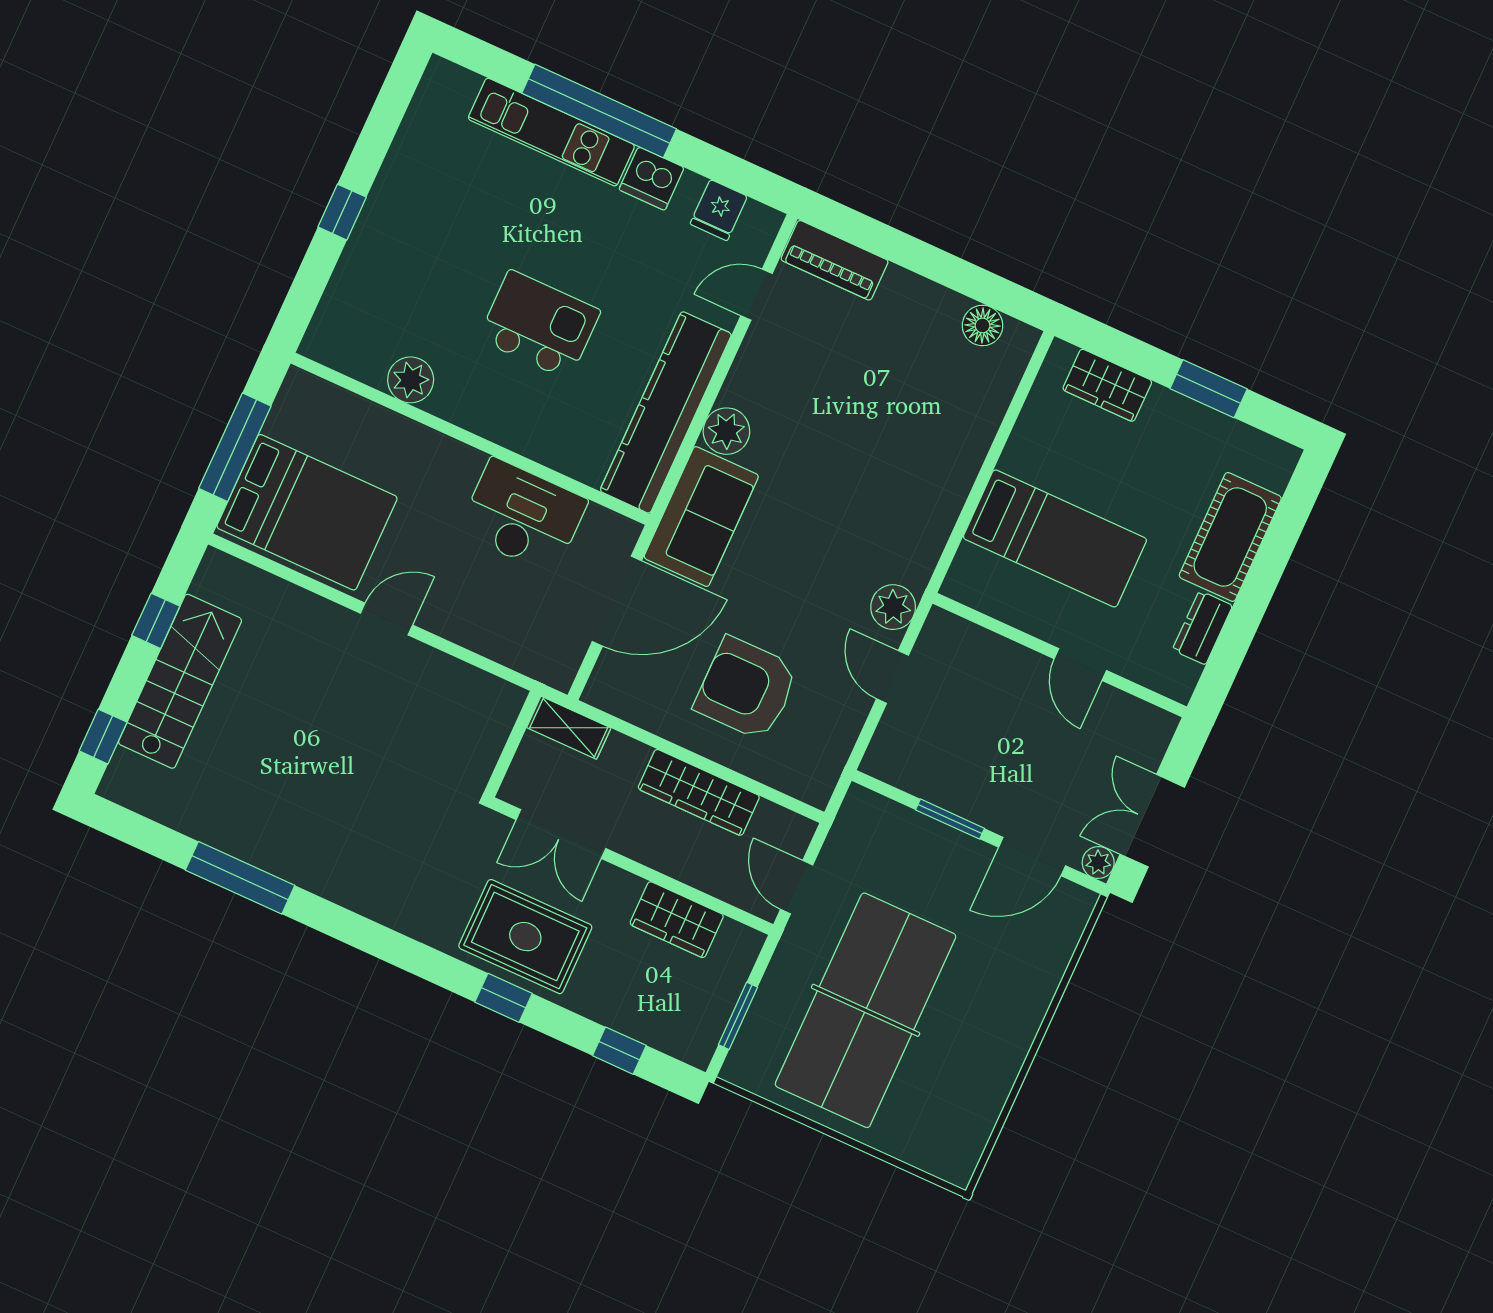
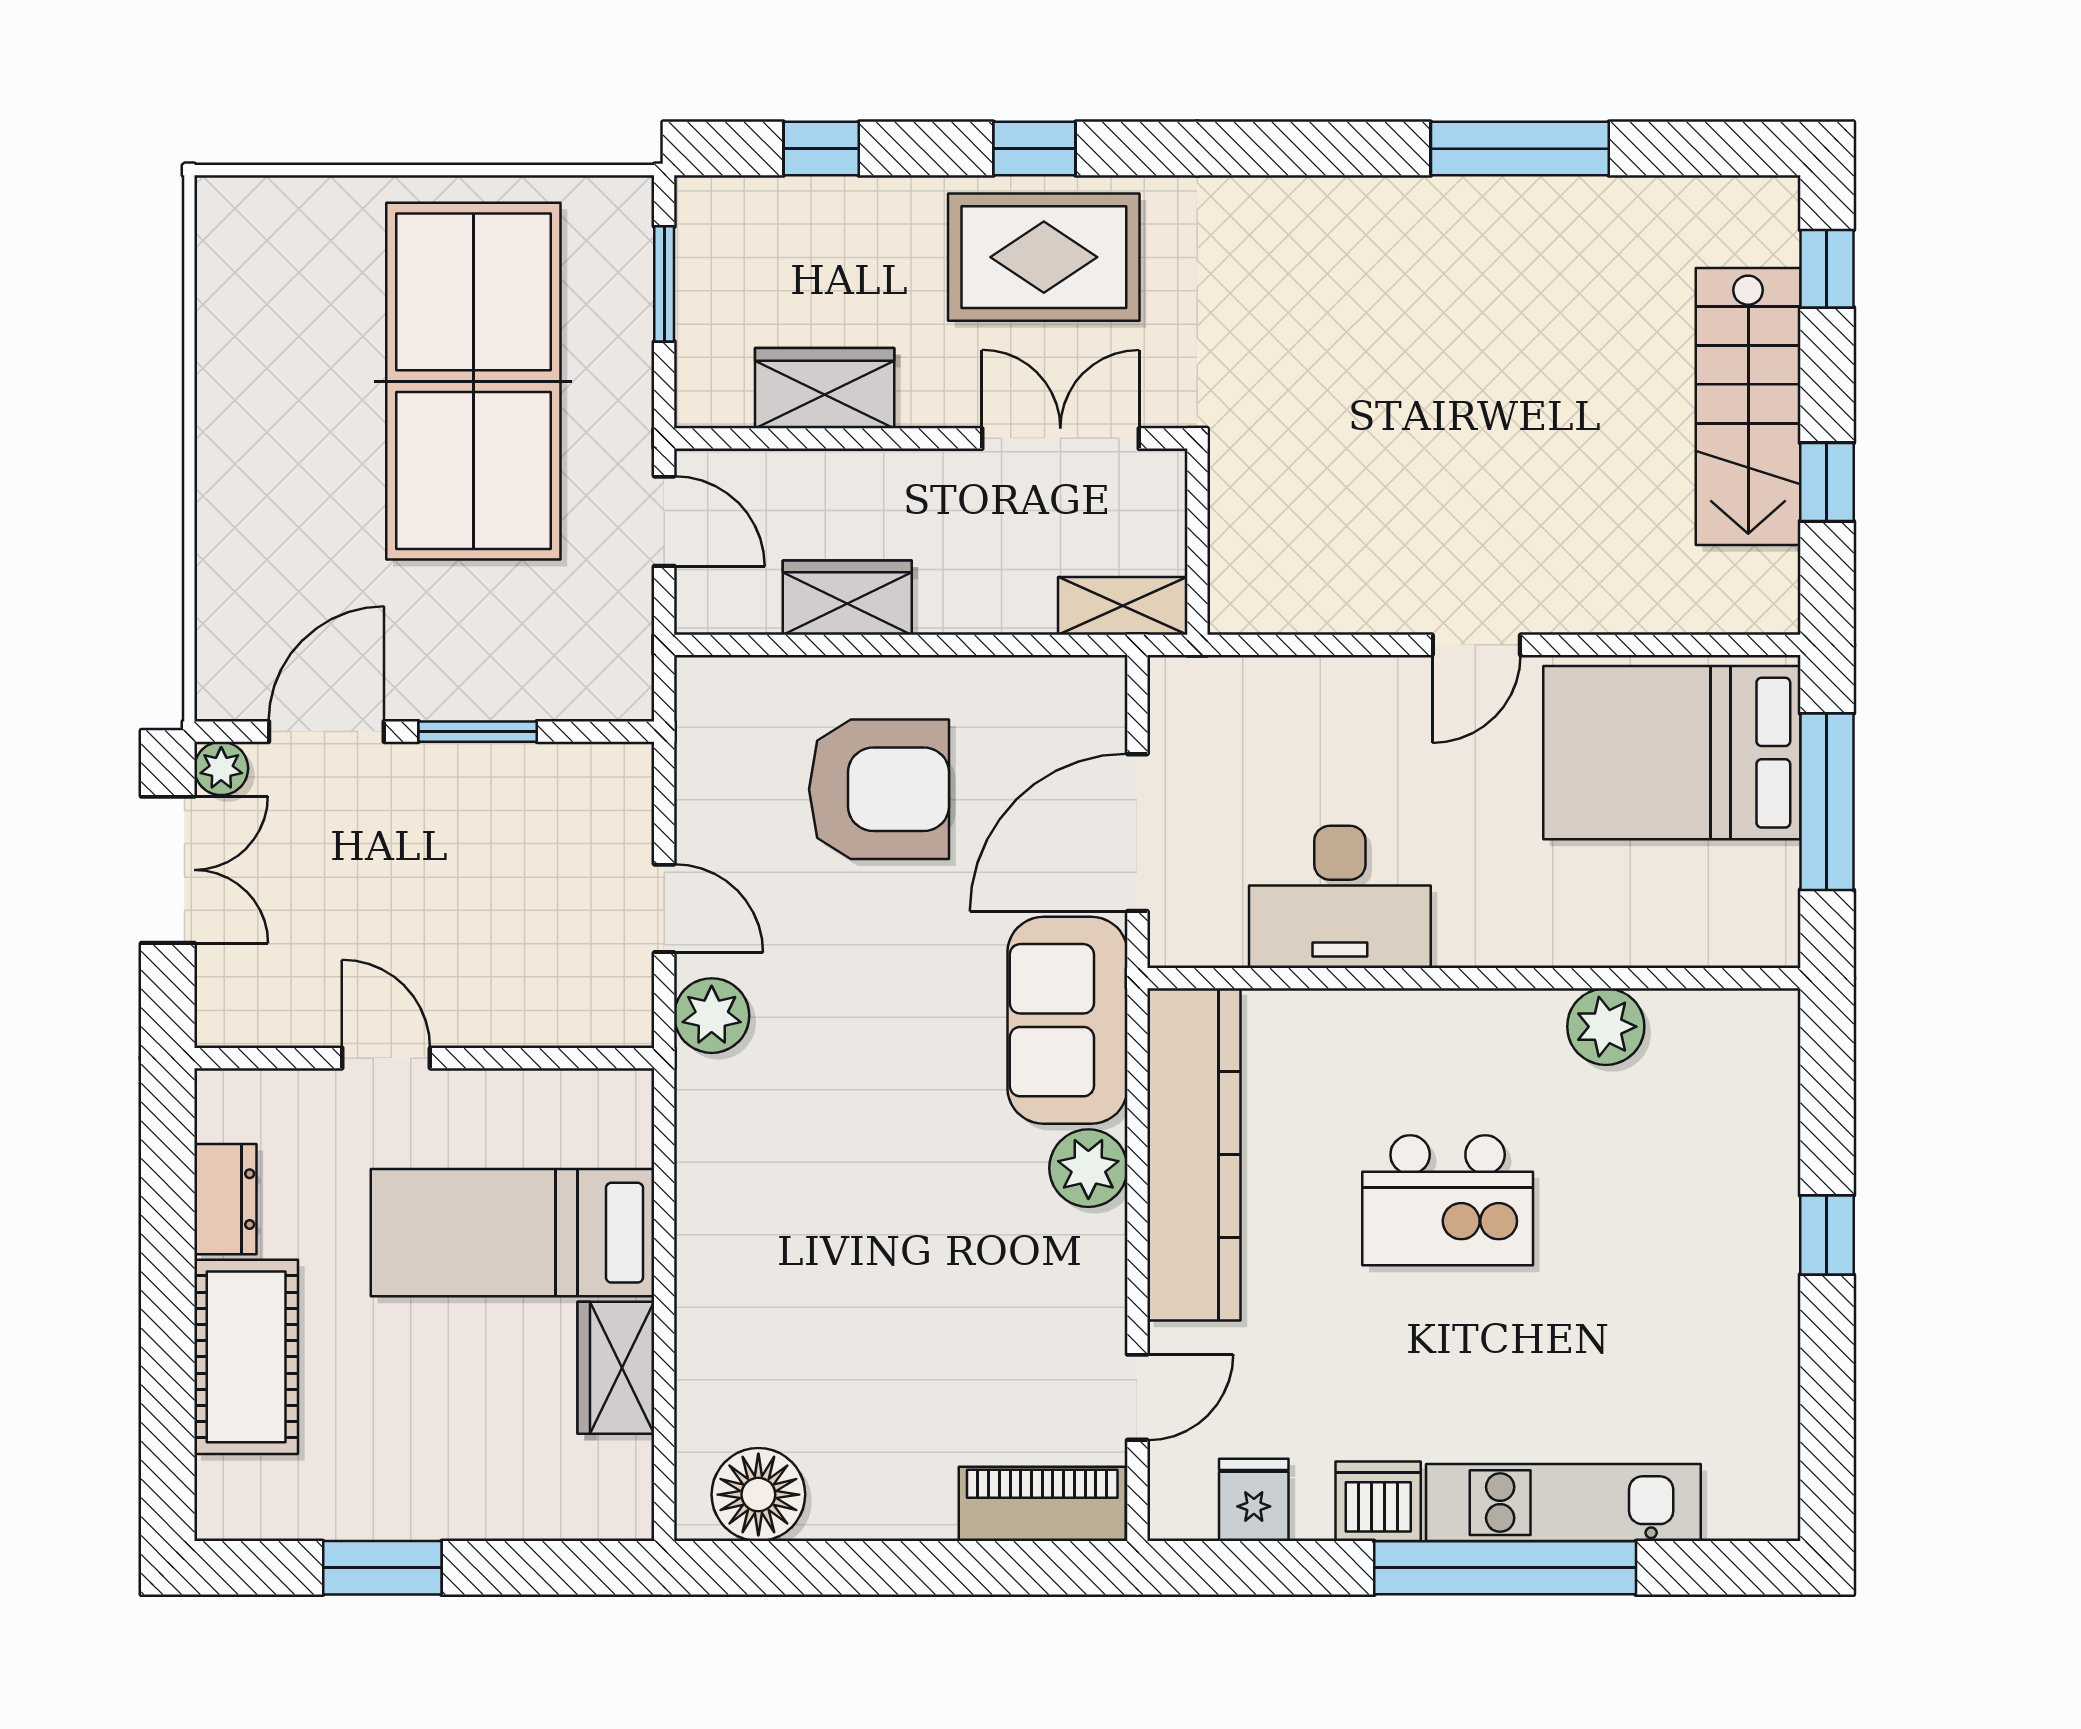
floor lamp: (983, 325) -> (758, 1495), width x1.38, depth x1.38
wardrobe: (1107, 385) -> (616, 1368), moved, turned -90
wardrobe: (699, 792) -> (847, 598), width x0.67

